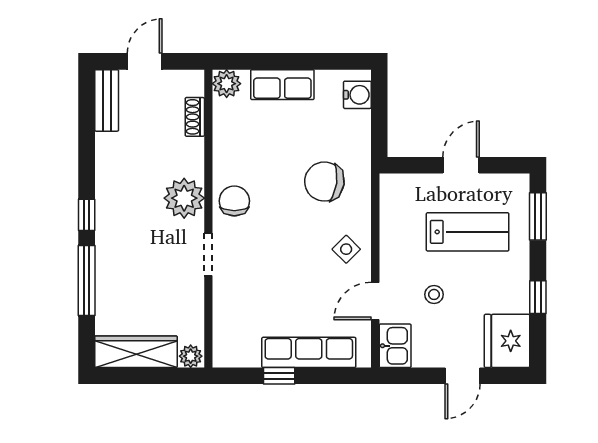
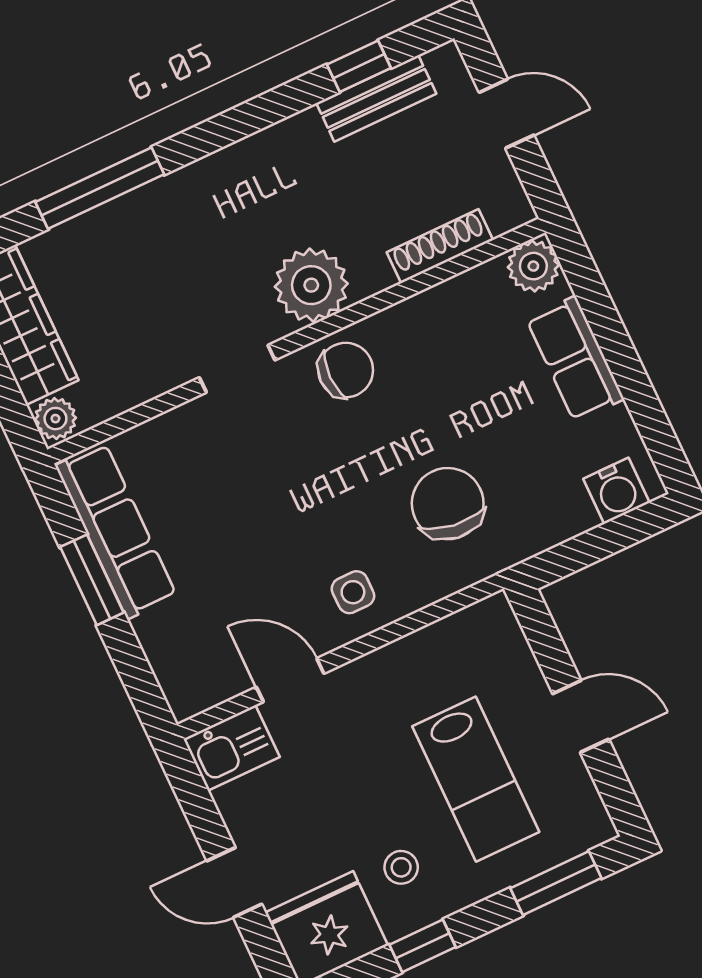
bench: (107, 100) -> (376, 98), moved
shoe rack: (195, 117) -> (440, 246), width x1.43
window: (87, 215) -> (359, 66), moved
side table: (346, 249) -> (353, 592), turned 45
stool: (434, 294) -> (401, 867), moved
row of seats: (309, 352) -> (116, 531), moved
window: (279, 376) -> (92, 580), width x1.50

